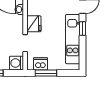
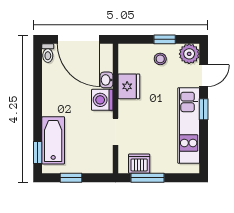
fridge: (34, 24) -> (129, 86), moved
washing machine: (17, 63) -> (102, 100), moved

